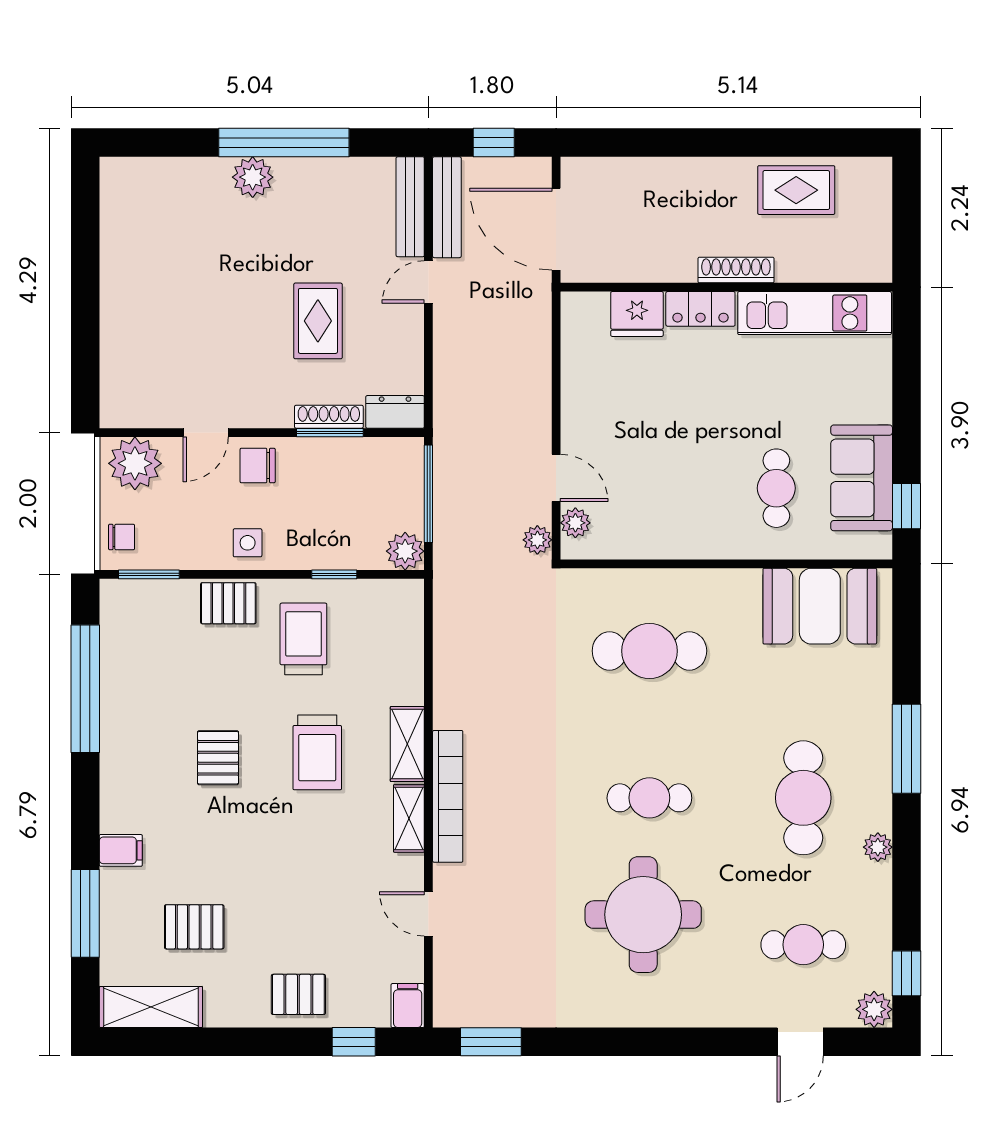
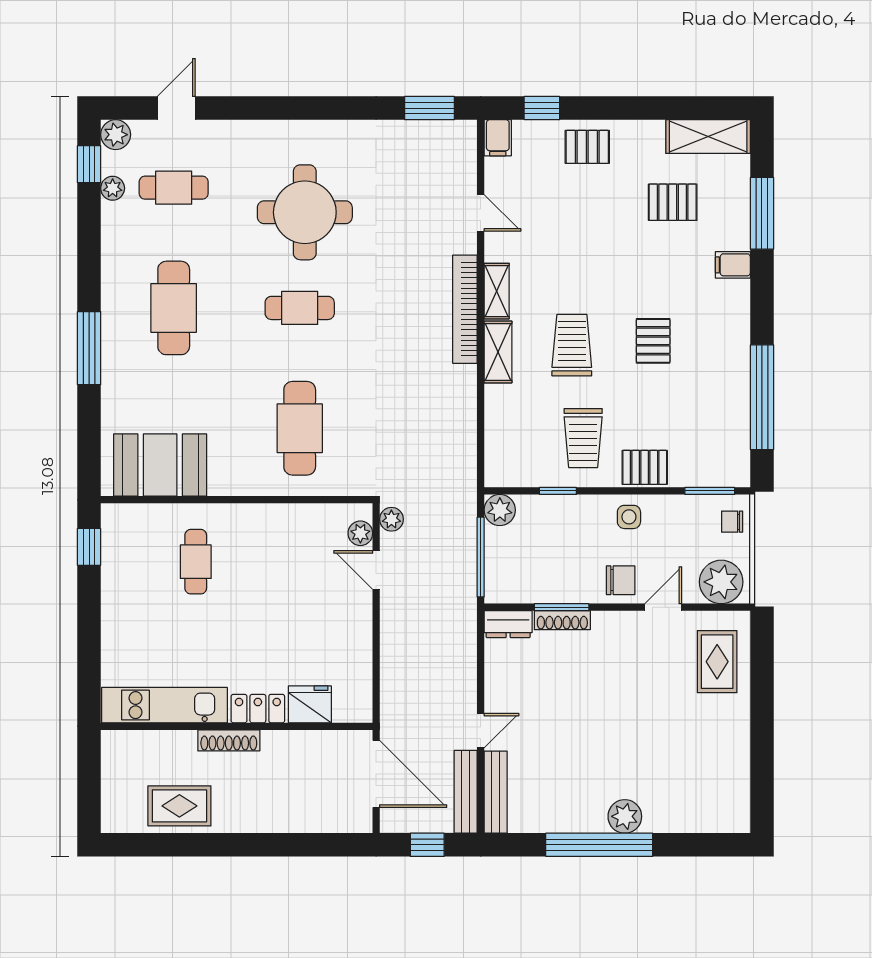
rug: (318, 321) -> (717, 662), moved
sofa: (862, 478) -> (126, 570), removed
cafe table: (649, 651) -> (300, 428), turned 90
plant: (878, 847) -> (113, 188), moved

